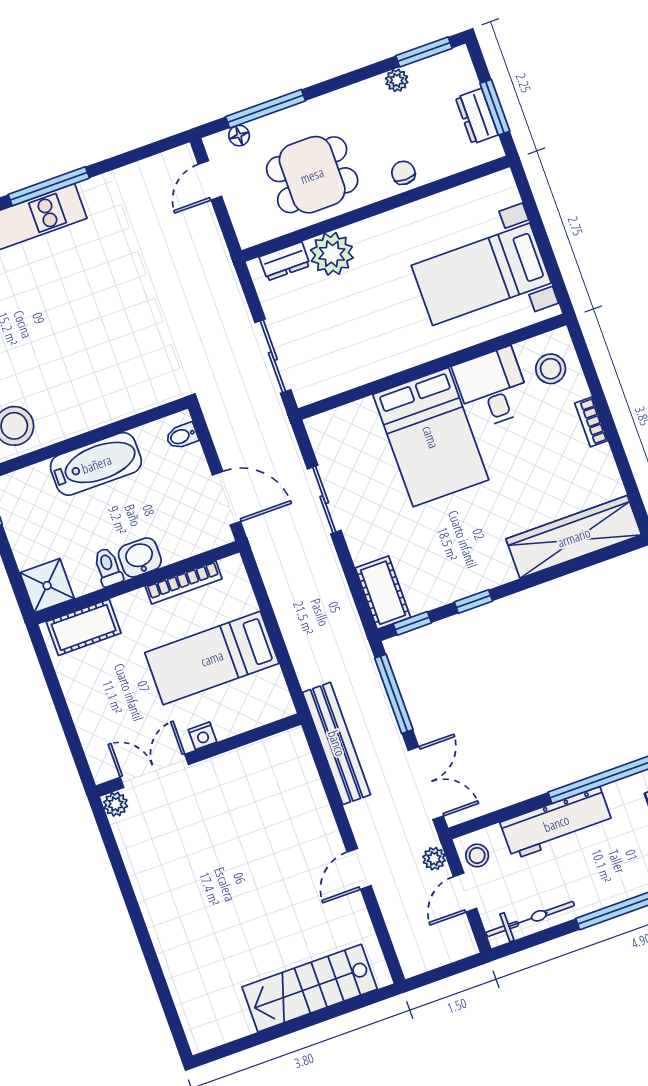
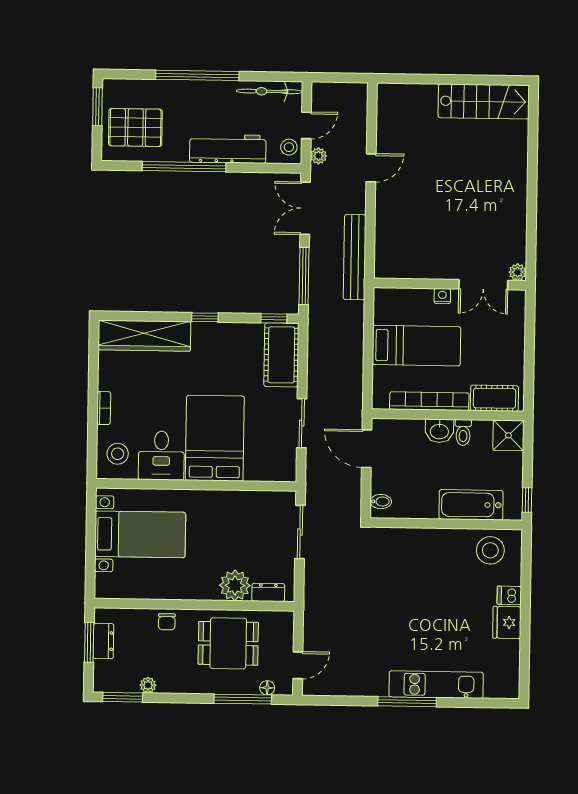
bathtub: (96, 464) -> (471, 505), moved
bookcase: (184, 583) -> (429, 401), width x1.48, depth x1.31
cot: (383, 593) -> (281, 355), width x1.37, depth x1.34
window: (473, 602) -> (205, 317), moved
stairs: (310, 988) -> (484, 101), moved

